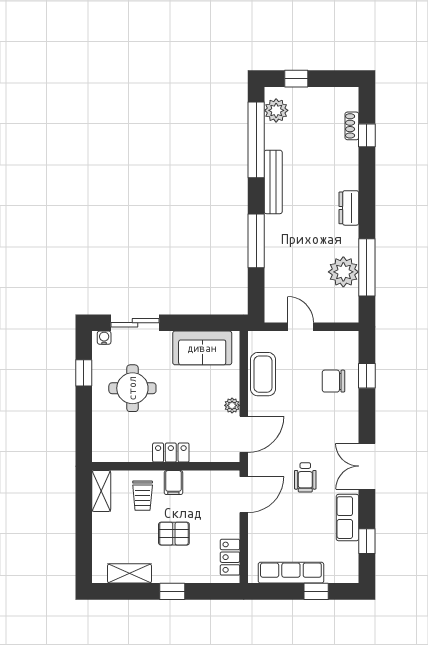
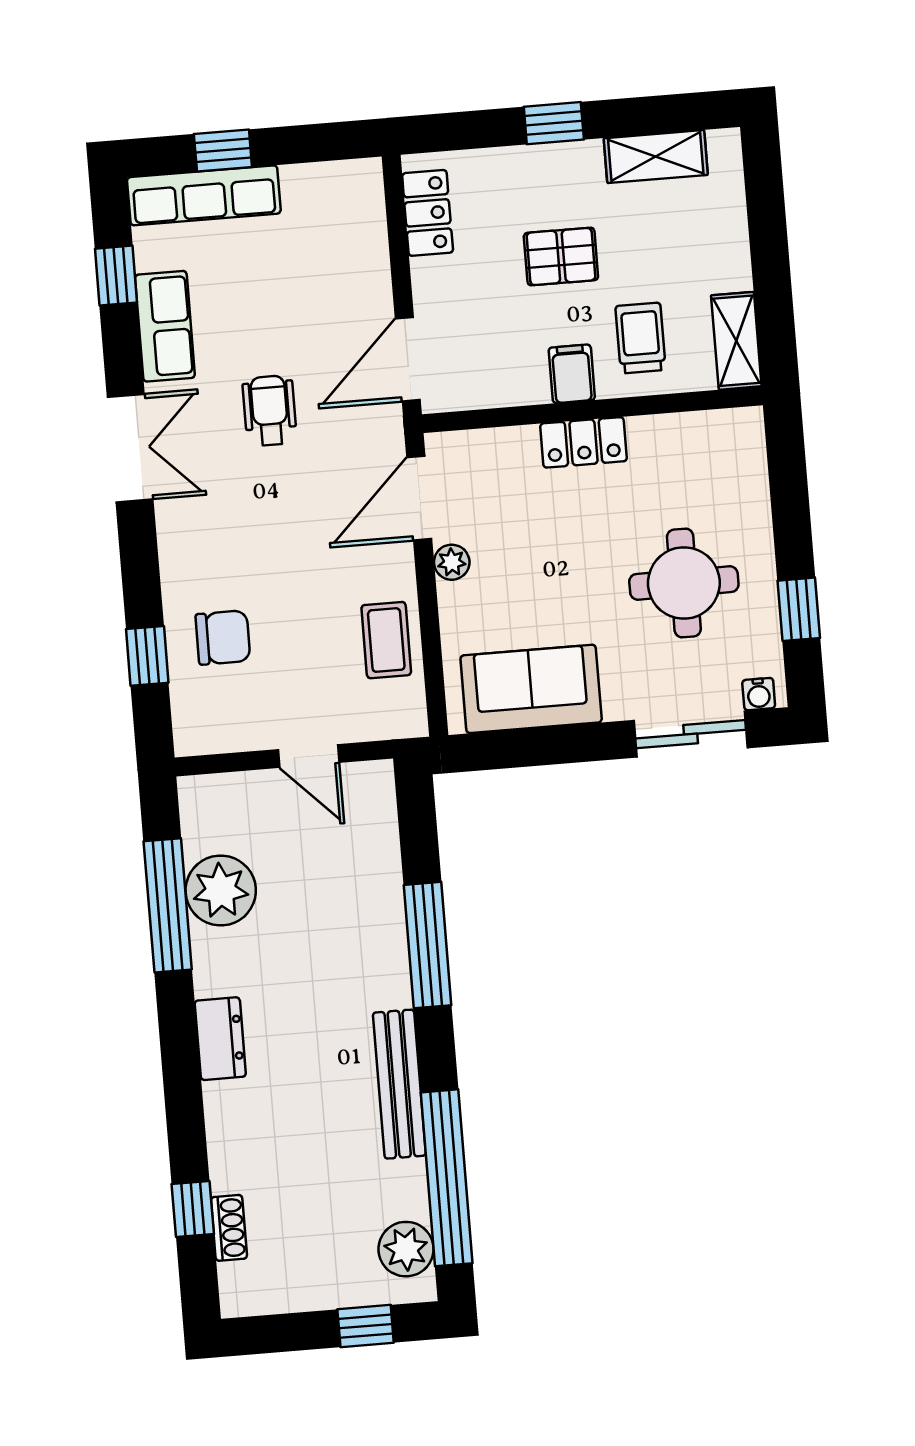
coffee table: (263, 374) -> (386, 640), width x0.73, depth x0.77
row of seats: (291, 573) -> (204, 195), moved

